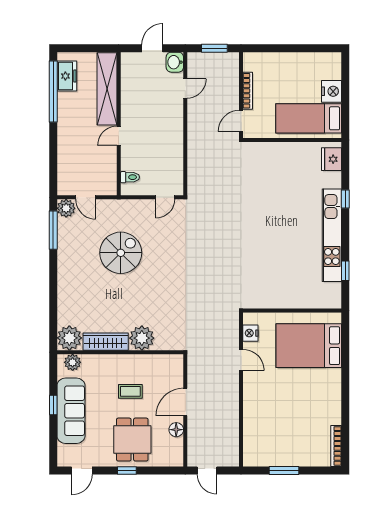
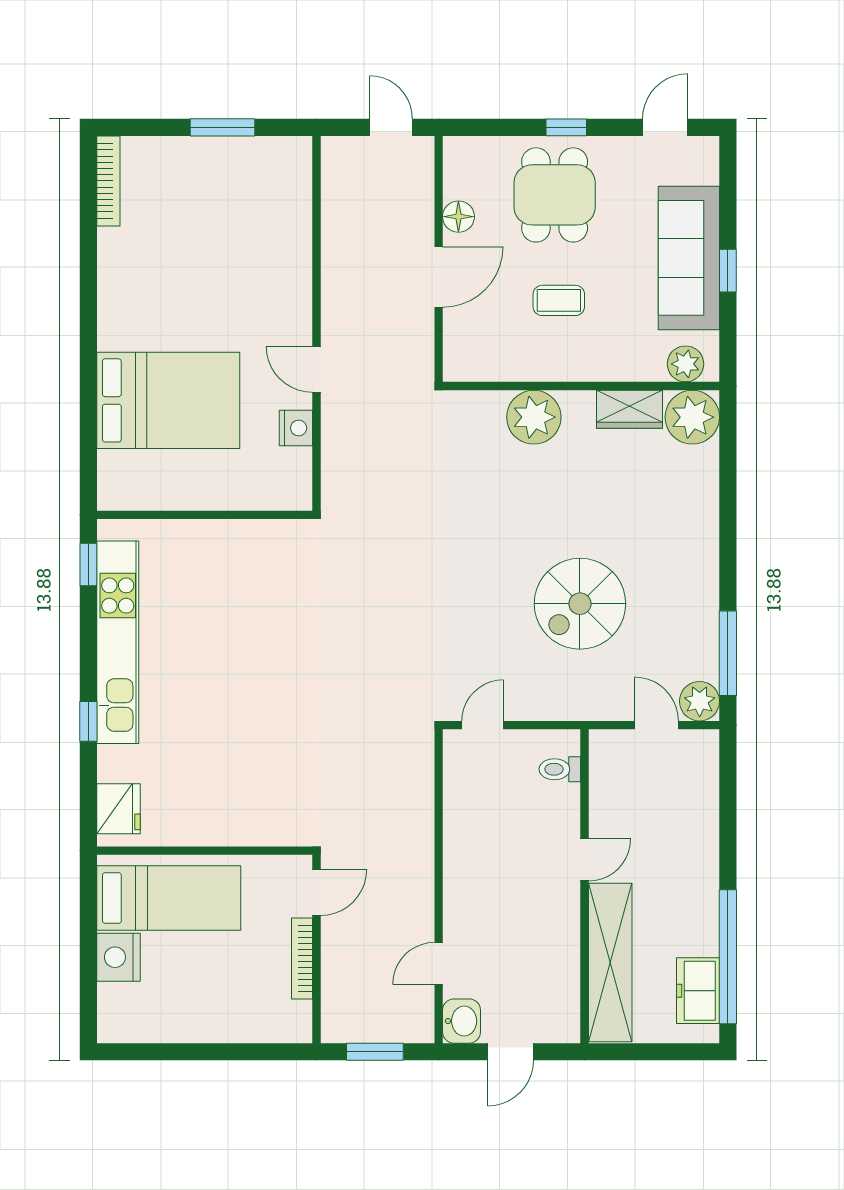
wall: (292, 310) -> (205, 515), moved
wardrobe: (106, 342) -> (630, 409), width x0.67

